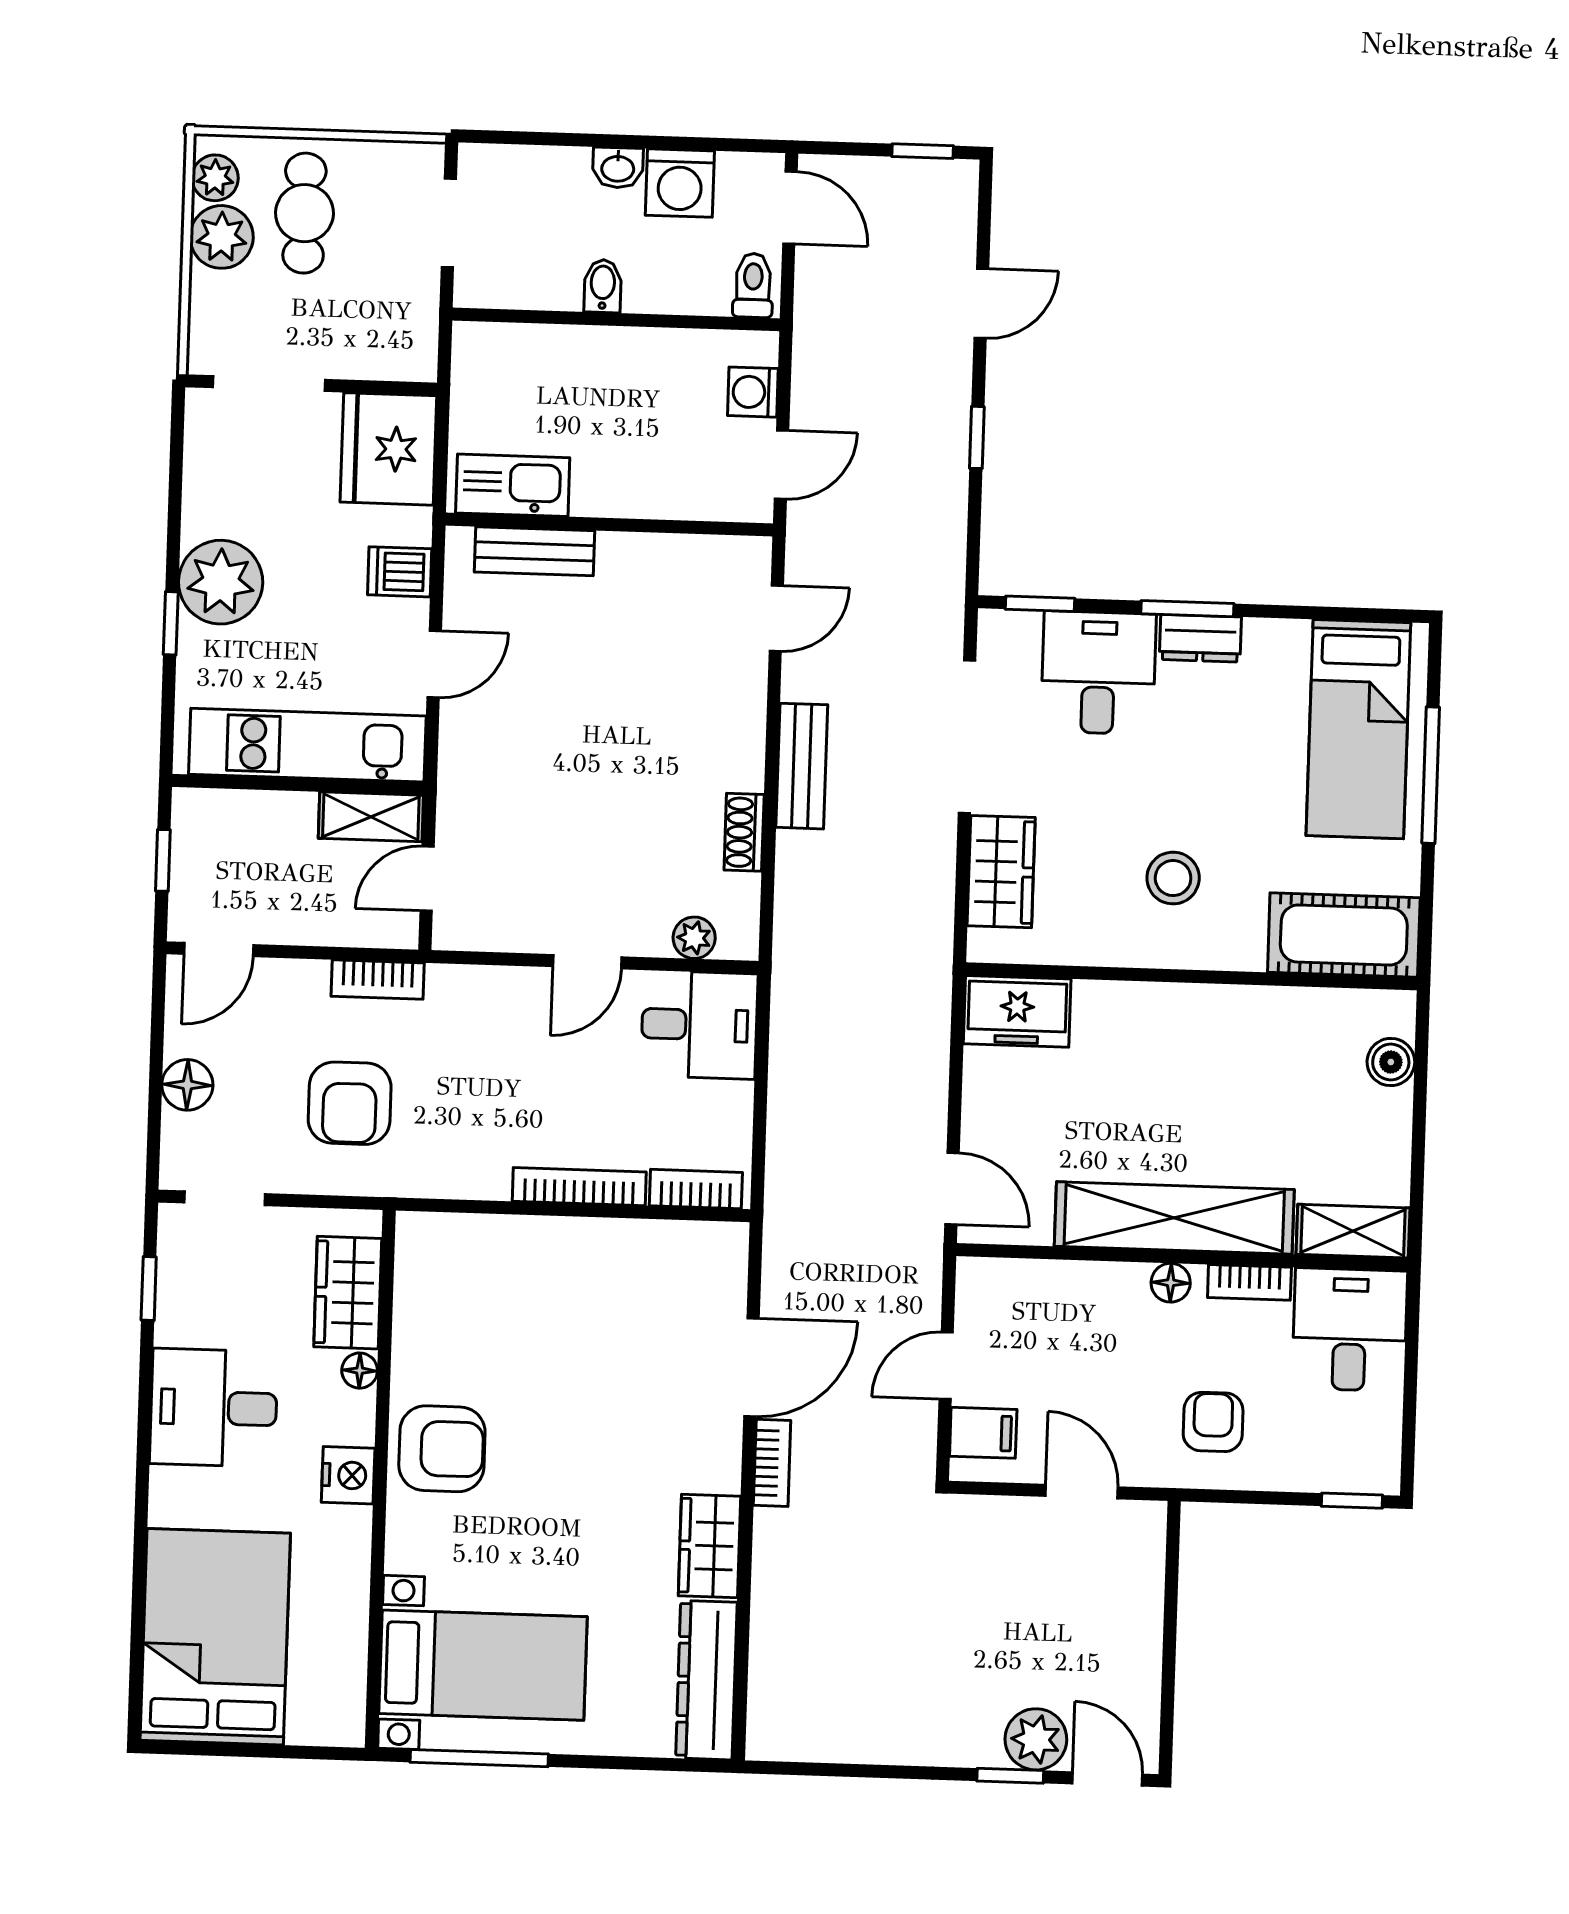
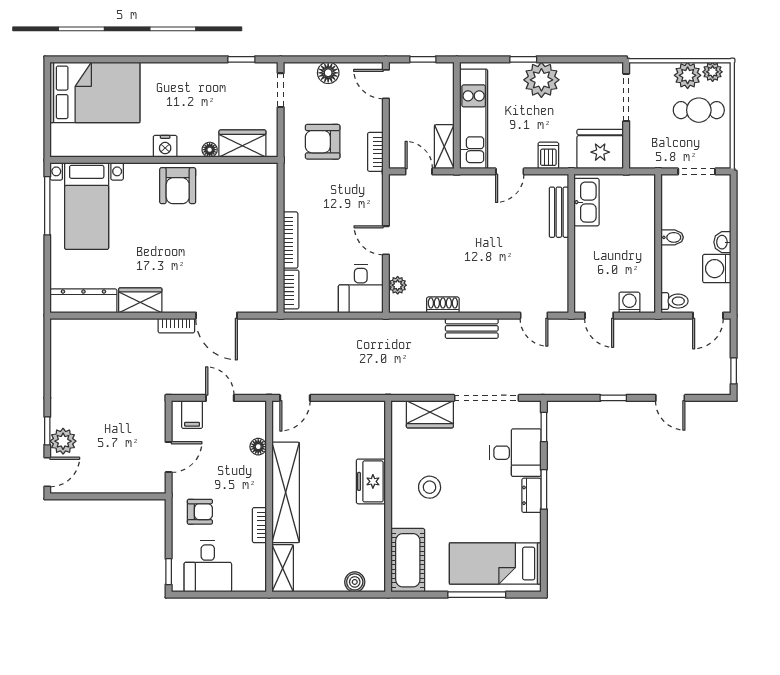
door: (434, 664) -> (510, 171), hinge flipped
freezer: (1017, 1011) -> (371, 481), moved
floor lamp: (1171, 1283) -> (258, 447), moved
desk: (1350, 1330) -> (208, 566), moved, turned 90
desk: (214, 1408) -> (192, 88), removed

